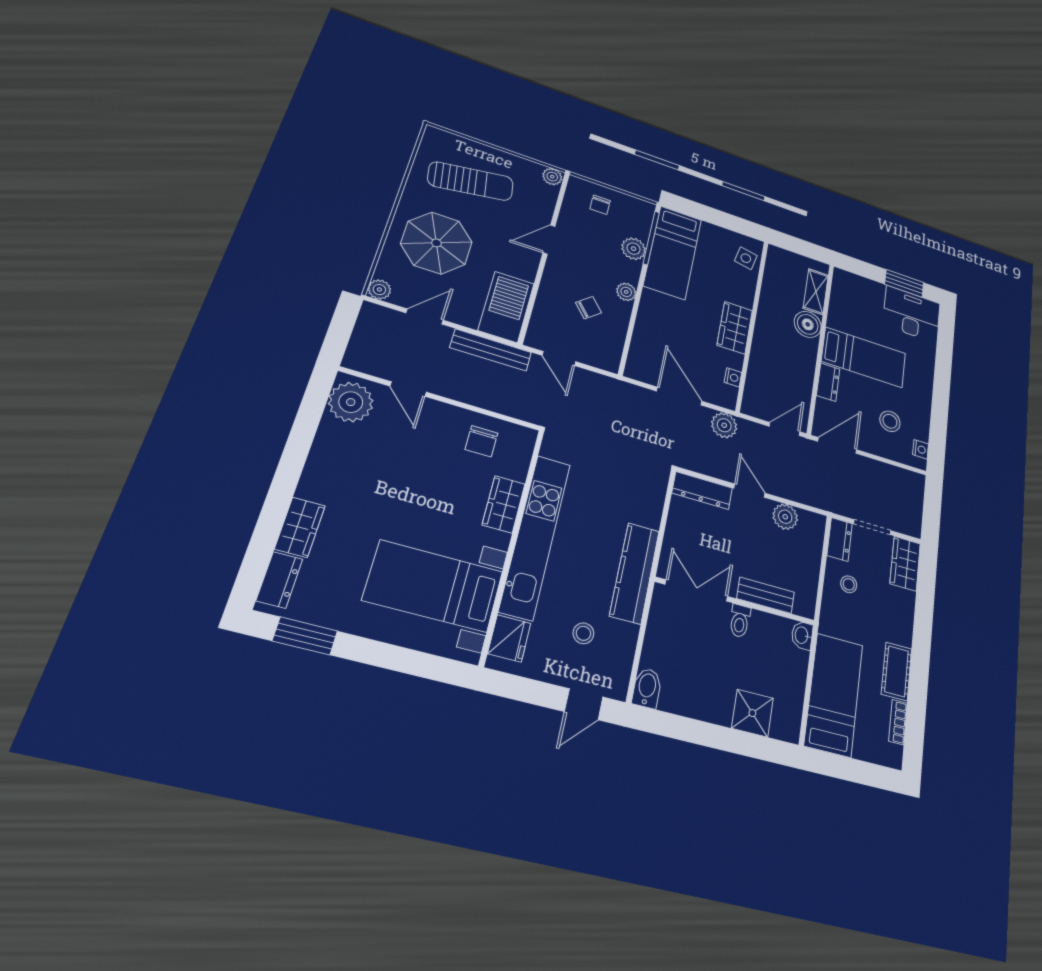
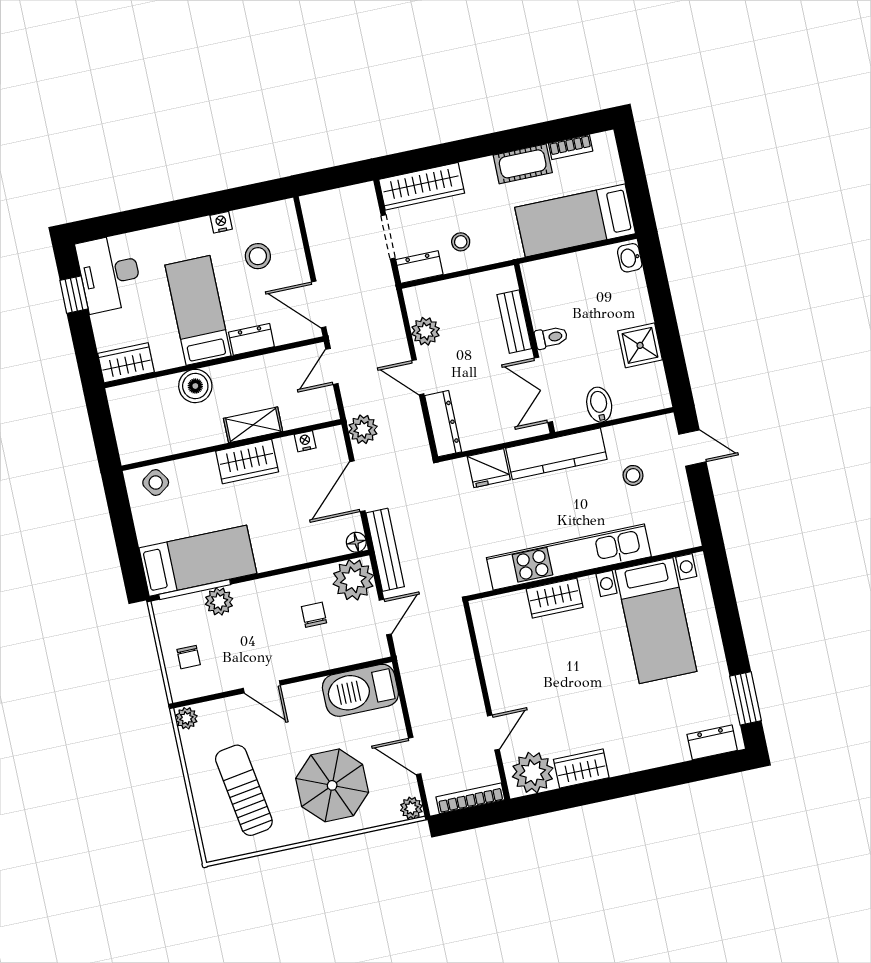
chair: (600, 205) -> (189, 657), turned 90
side table: (746, 258) -> (156, 483), turned 45
window: (904, 283) -> (74, 295), width x0.67
wardrobe: (843, 289) -> (126, 363), added
plant: (626, 292) -> (353, 580), moved, width x1.88, depth x1.88
shelving: (816, 292) -> (253, 425), moved
chair: (589, 308) -> (314, 615), turned 40
bookcase: (359, 339) -> (470, 798), added
bench: (491, 350) -> (385, 550), moved
floor lamp: (633, 371) -> (356, 542), added
door: (785, 429) -> (332, 366), hinge flipped
chair: (481, 441) -> (507, 646), removed
nightstand: (921, 449) -> (221, 222), moved
door: (750, 491) -> (418, 377), hinge flipped
wardrobe: (300, 527) -> (581, 768), moved
wardrobe: (905, 564) -> (422, 186), width x1.50
washbasin: (802, 635) -> (630, 258), moved, turned 90
fridge: (509, 638) -> (489, 468), moved, turned 180
bidet: (647, 688) -> (599, 405), moved, turned 90
shower: (752, 713) -> (640, 345), moved

